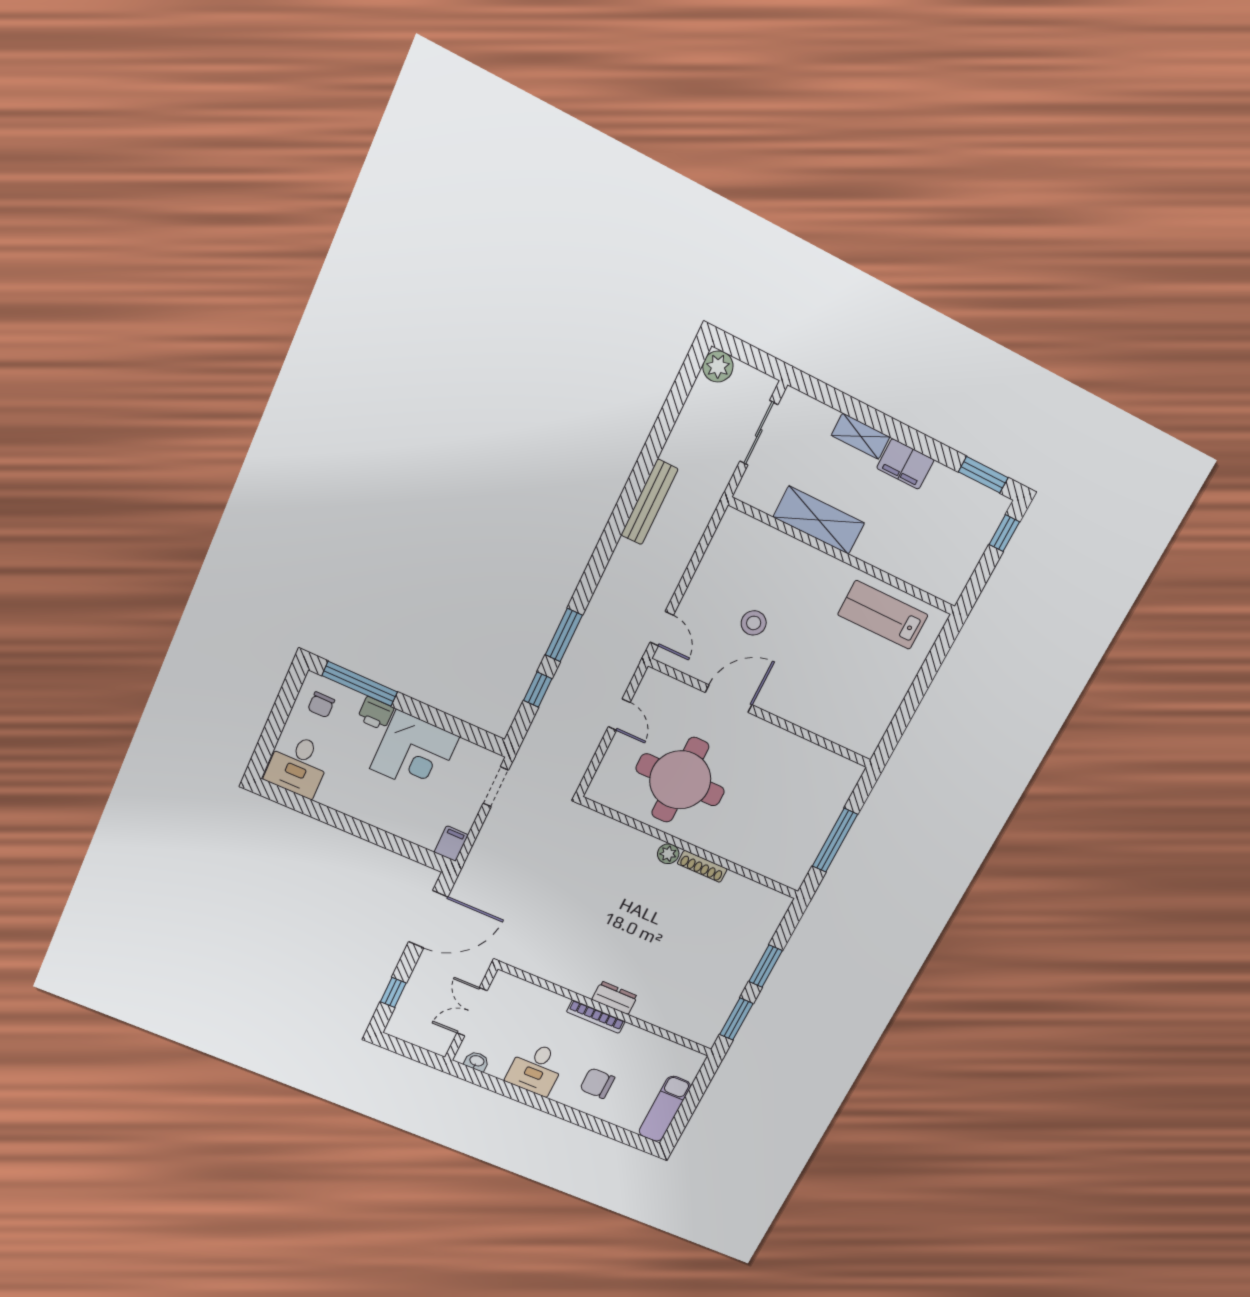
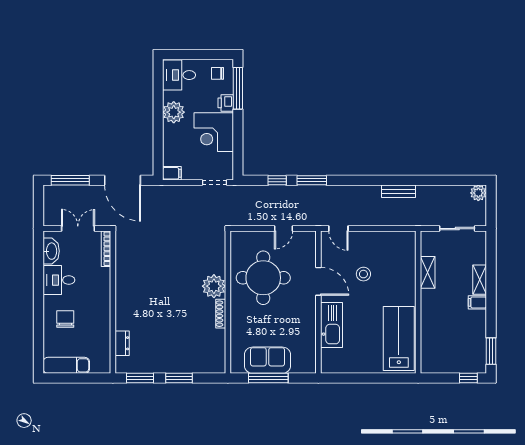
filing cabinet: (905, 464) -> (477, 302), width x0.50
bench: (649, 502) -> (399, 191), width x0.73
shelving: (819, 520) -> (428, 272), width x0.67, depth x0.75
lab bench: (883, 615) -> (399, 338), width x1.36, depth x1.39
door: (662, 629) -> (338, 229), hinge flipped
kitchen sink: (806, 710) -> (332, 325), added
plant: (355, 799) -> (174, 112), added
sofa: (808, 830) -> (267, 360), added
plant: (668, 854) -> (214, 286), width x1.88, depth x1.88
window: (393, 992) -> (70, 180), width x2.17
dresser: (615, 998) -> (122, 343), moved
bookcase: (596, 1017) -> (106, 249), moved
washbasin: (477, 1061) -> (51, 251), width x1.91, depth x1.45

